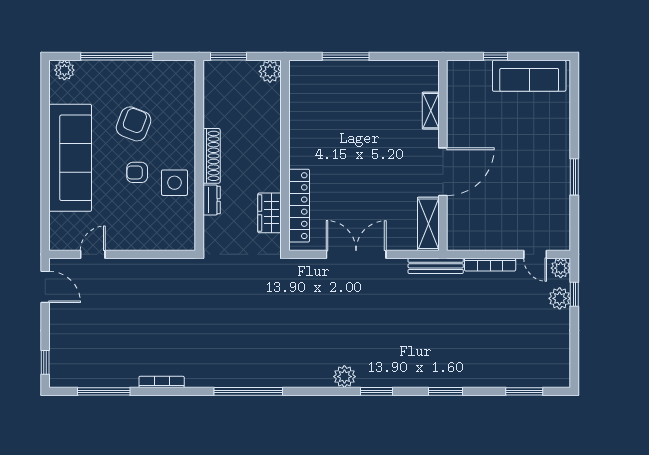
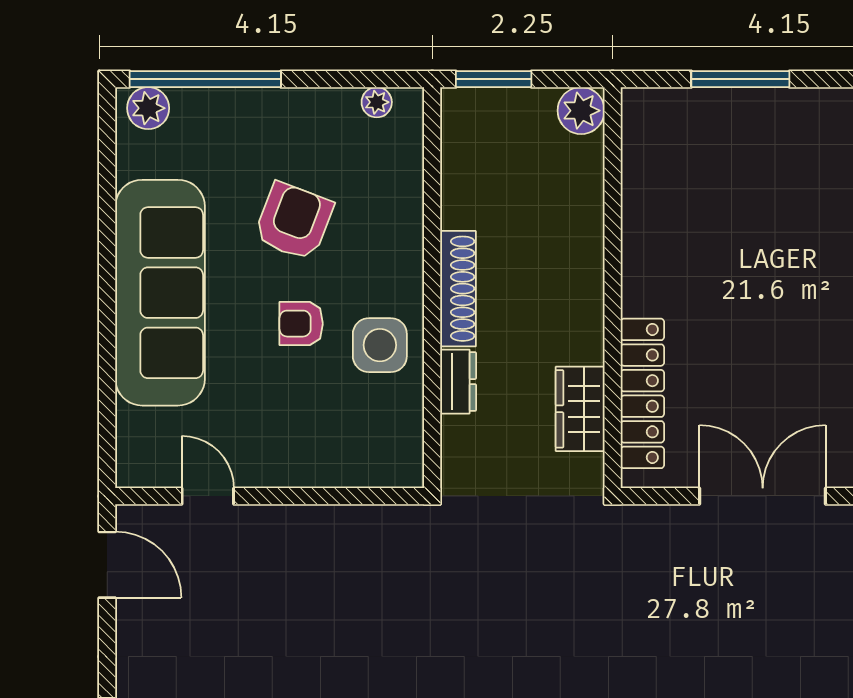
window: (117, 56) -> (205, 79), moved
plant: (173, 67) -> (377, 102), added
door: (93, 254) -> (208, 496), hinge flipped

